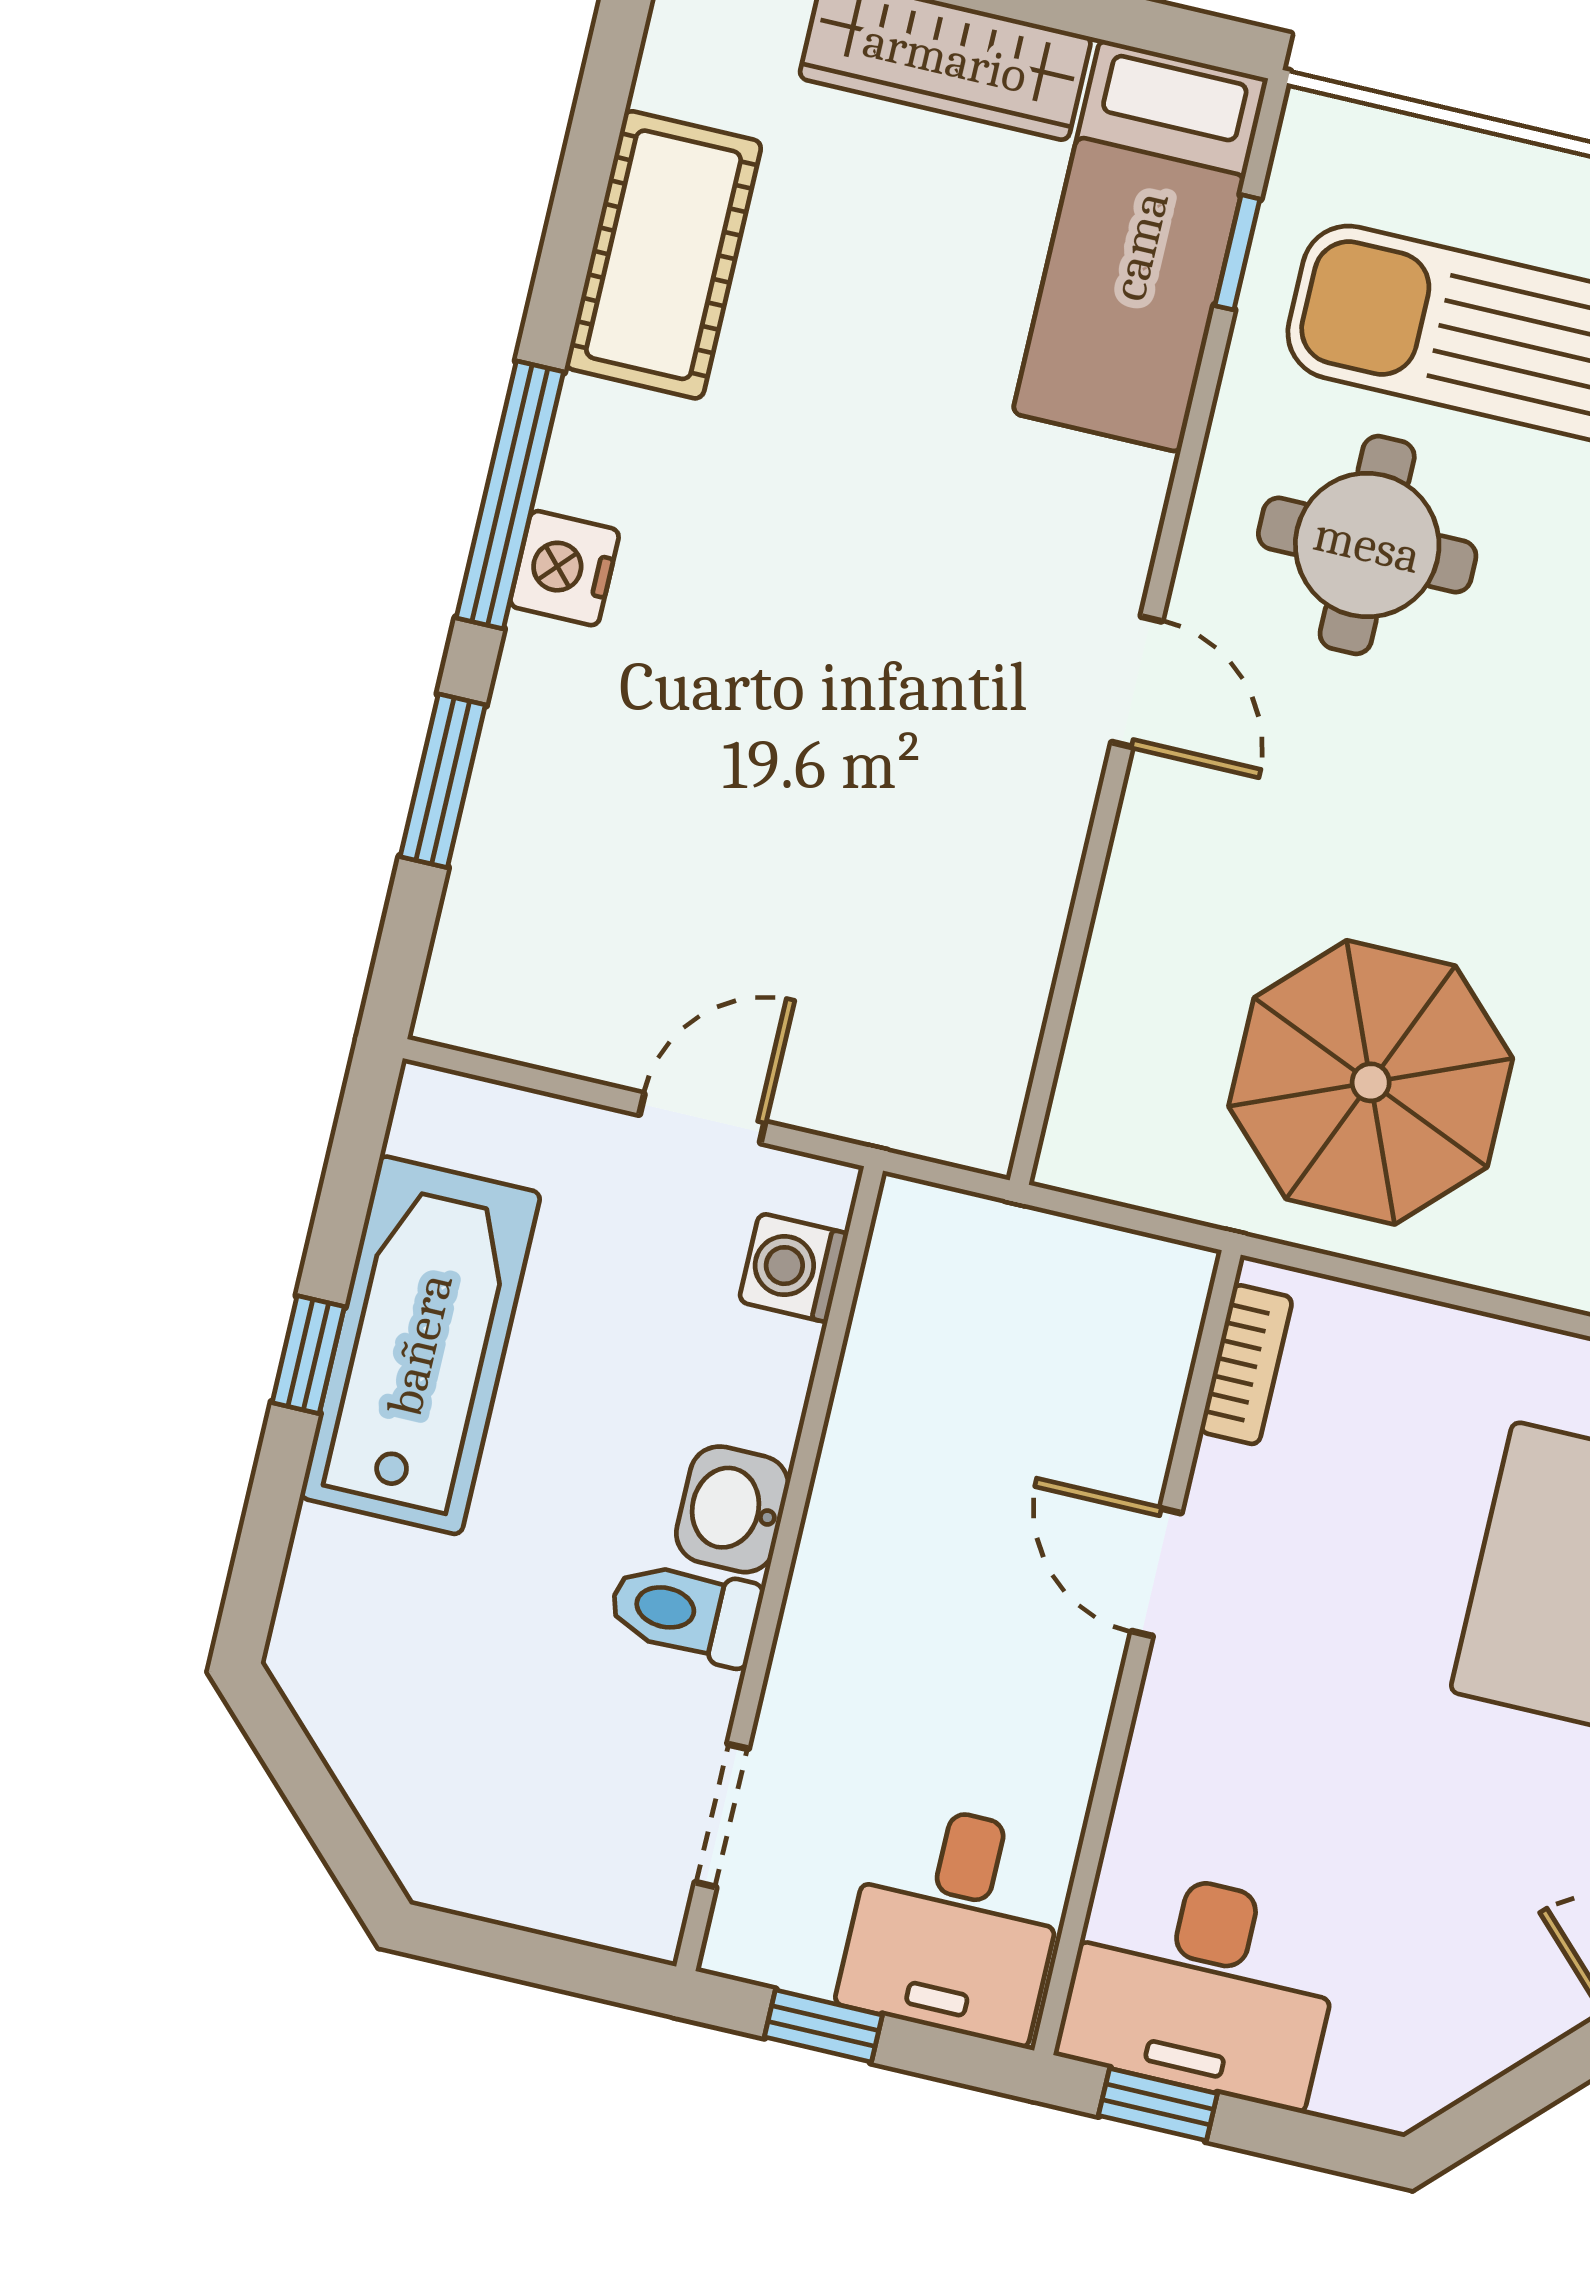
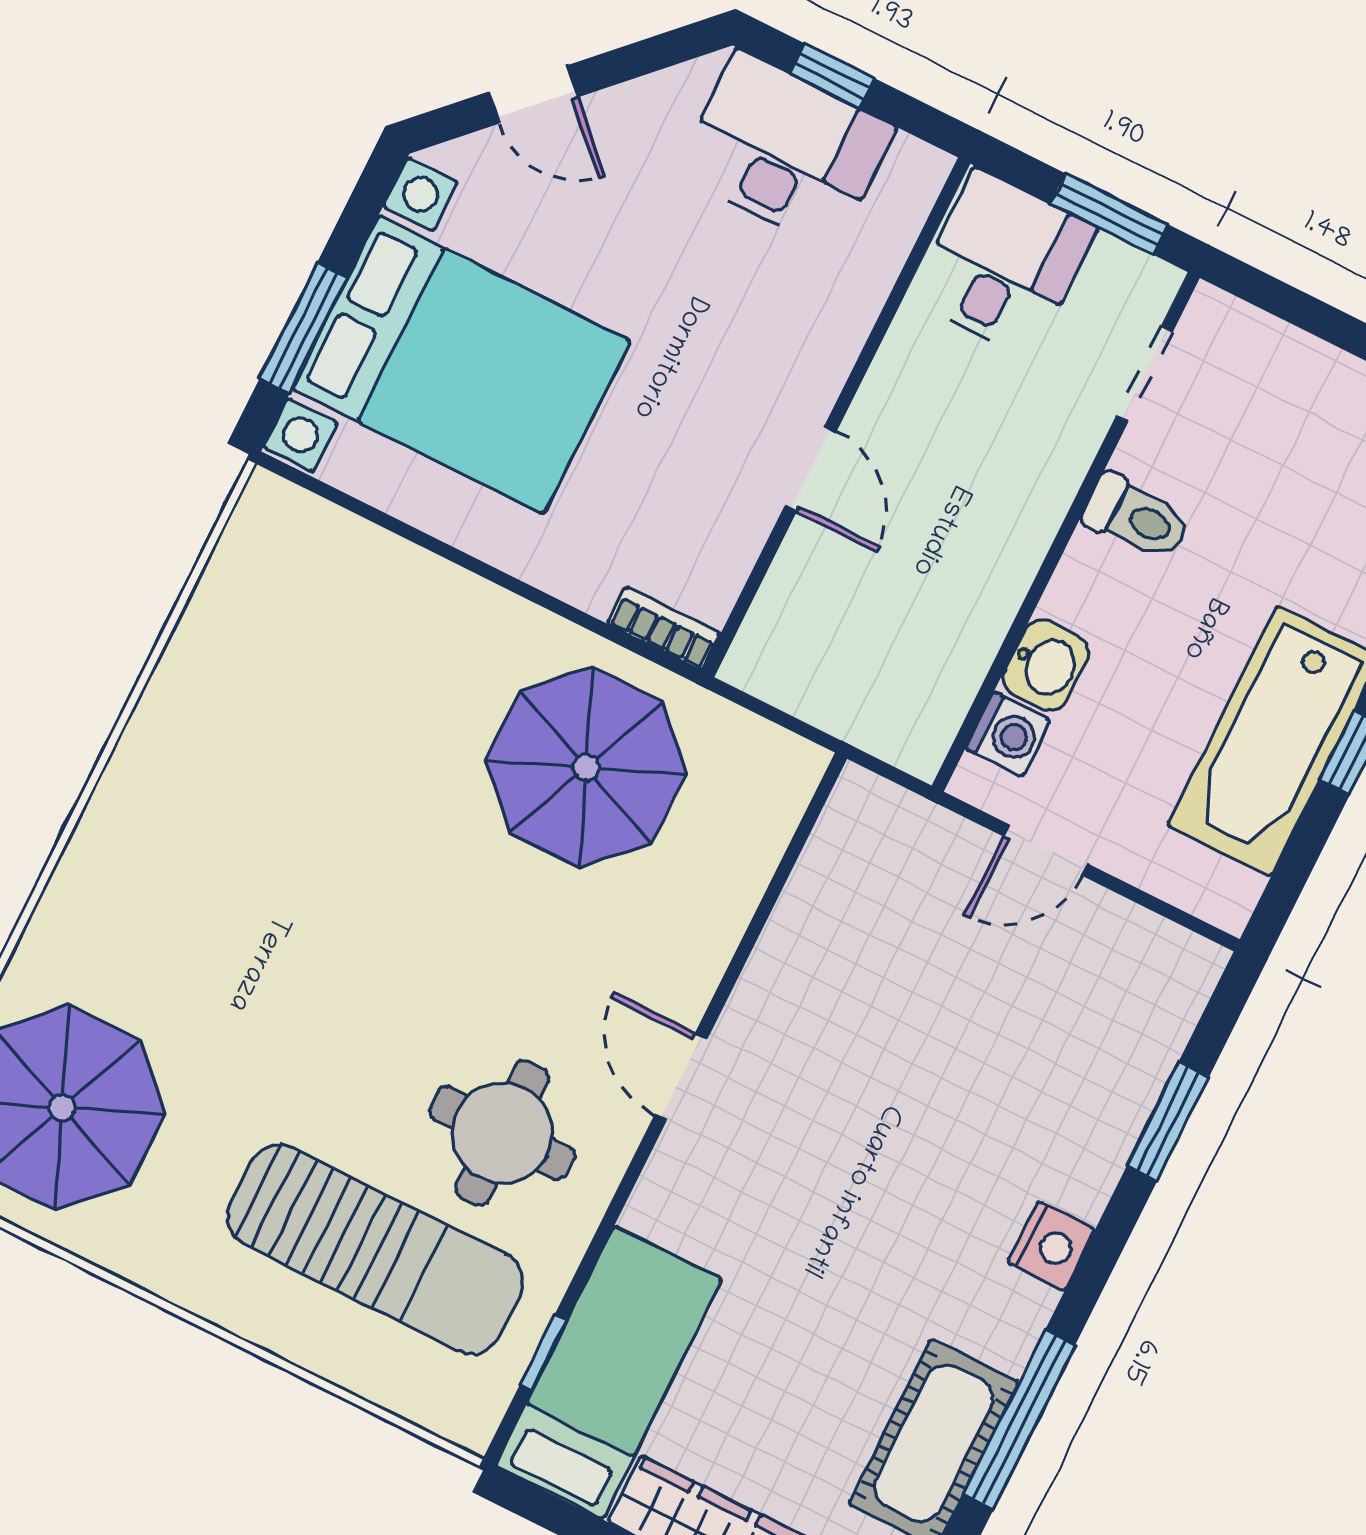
window: (510, 495) -> (1019, 1420), moved
bookcase: (1246, 1365) -> (664, 628), moved, turned 90
washbasin: (732, 1509) -> (1046, 665), moved
desk: (1202, 1986) -> (786, 150), moved
window: (823, 2026) -> (1109, 214), width x1.50
window: (1158, 2104) -> (832, 76), moved

